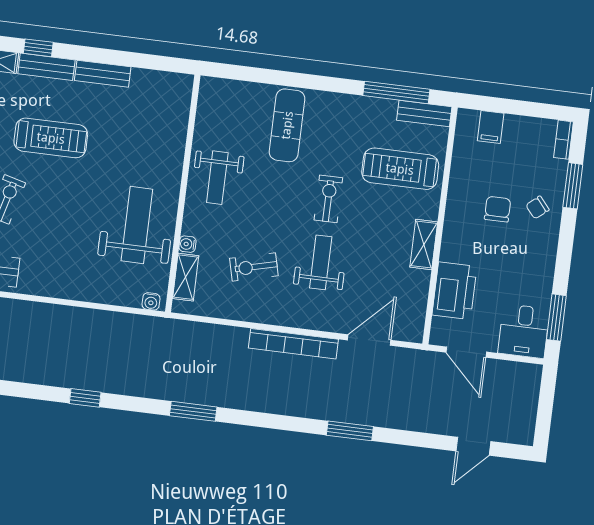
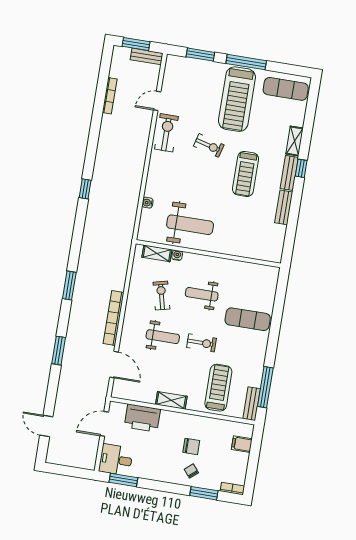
weight bench: (217, 178) -> (202, 294), moved
water cooler: (151, 301) -> (148, 203), moved
window: (193, 411) -> (69, 285), moved

